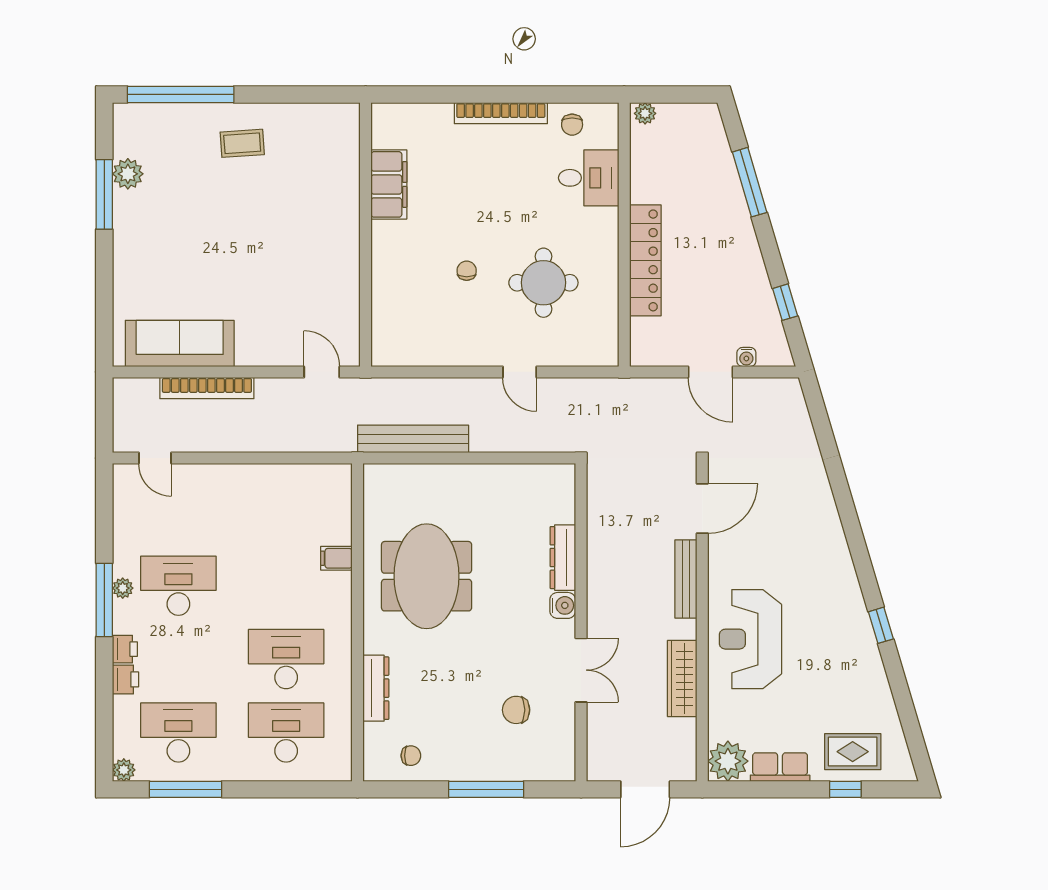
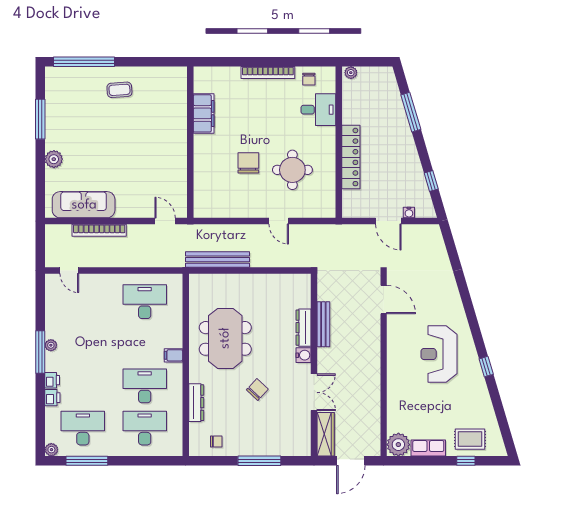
plant: (128, 174) -> (54, 159), moved
chair: (467, 271) -> (248, 163), width x1.87, depth x1.87
door: (702, 509) -> (384, 300), hinge flipped
filing cabinet: (336, 558) -> (174, 355), moved
bench: (686, 579) -> (323, 324), moved
desk: (178, 586) -> (145, 302), moved
reception desk: (750, 639) -> (439, 354), moved
wardrobe: (682, 679) -> (326, 434), moved, turned 180
chair: (516, 710) -> (257, 389), moved, turned 133

